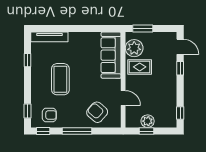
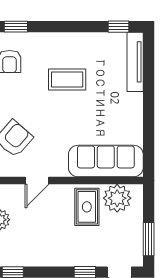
window: (143, 29) -> (149, 239), moved
window: (28, 60) -> (118, 27), moved
coffee table: (60, 79) -> (67, 79), width x0.73, depth x0.76

